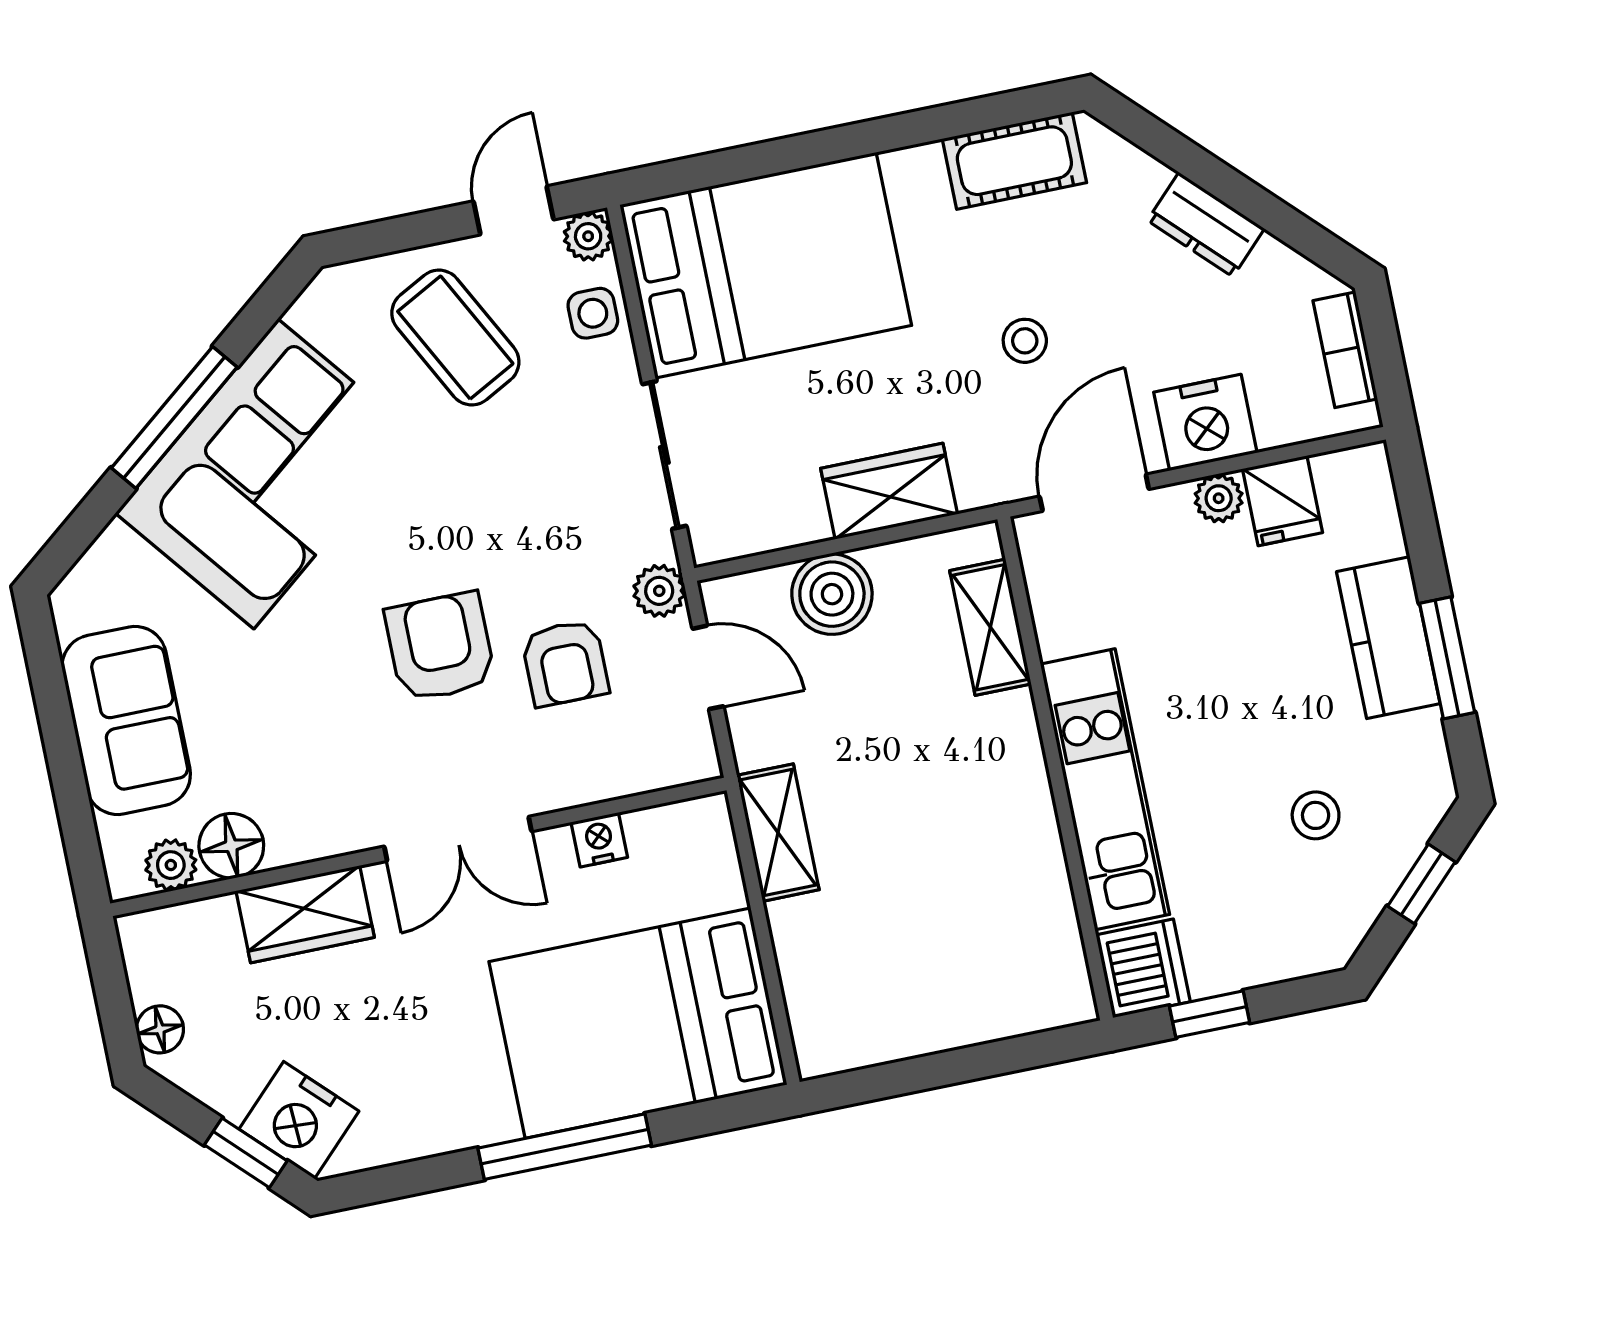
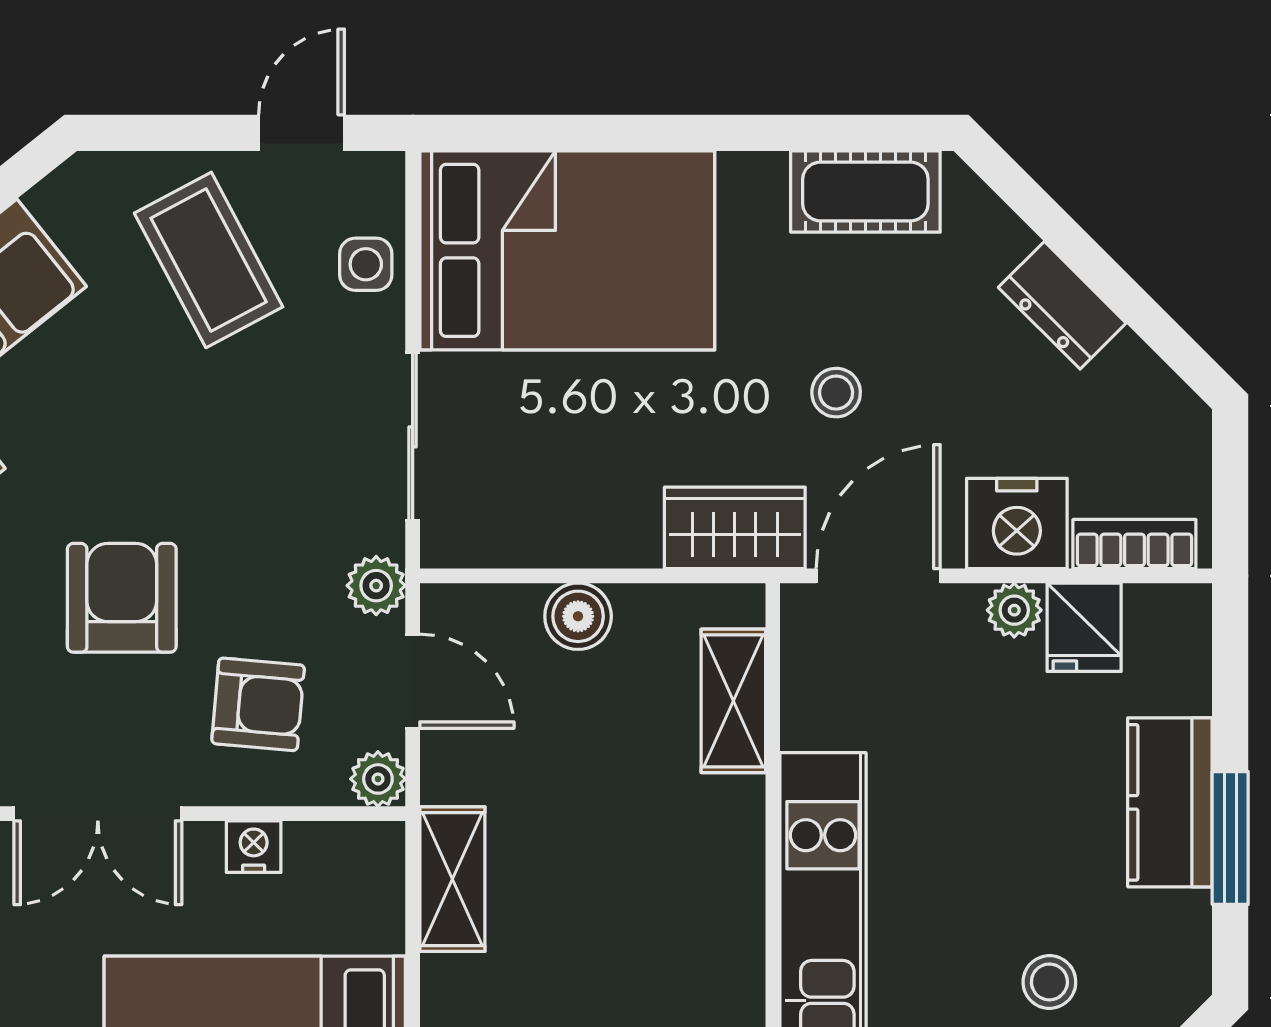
plant: (588, 236) -> (378, 779), moved
bookcase: (1345, 350) -> (1134, 544), moved, turned 90
wardrobe: (889, 491) -> (735, 528), moved
boiler: (832, 594) -> (578, 616), width x0.73, depth x0.73
armchair: (565, 663) -> (258, 704), moved, turned -85

